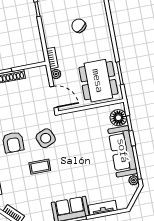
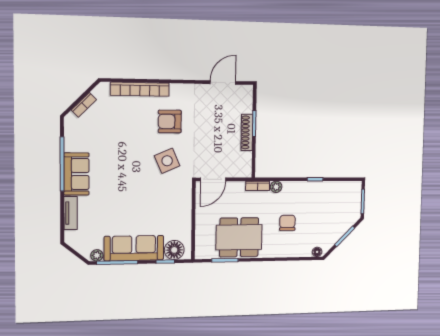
chair: (79, 26) -> (287, 223), turned -54
plant: (56, 74) -> (276, 187), moved
dining table: (98, 81) -> (239, 237), moved
coffee table: (40, 167) -> (135, 147), removed

